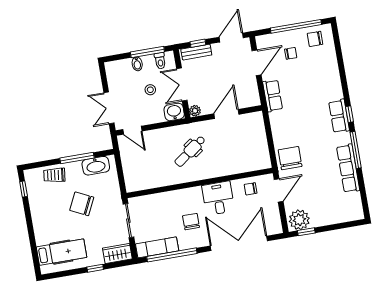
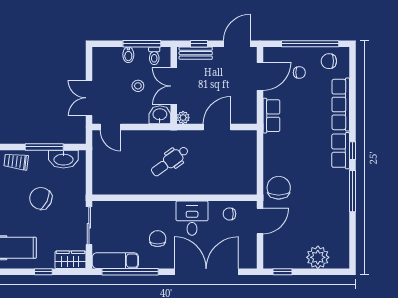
row of seats: (348, 168) -> (341, 104), moved
plant: (299, 220) -> (318, 257), moved

